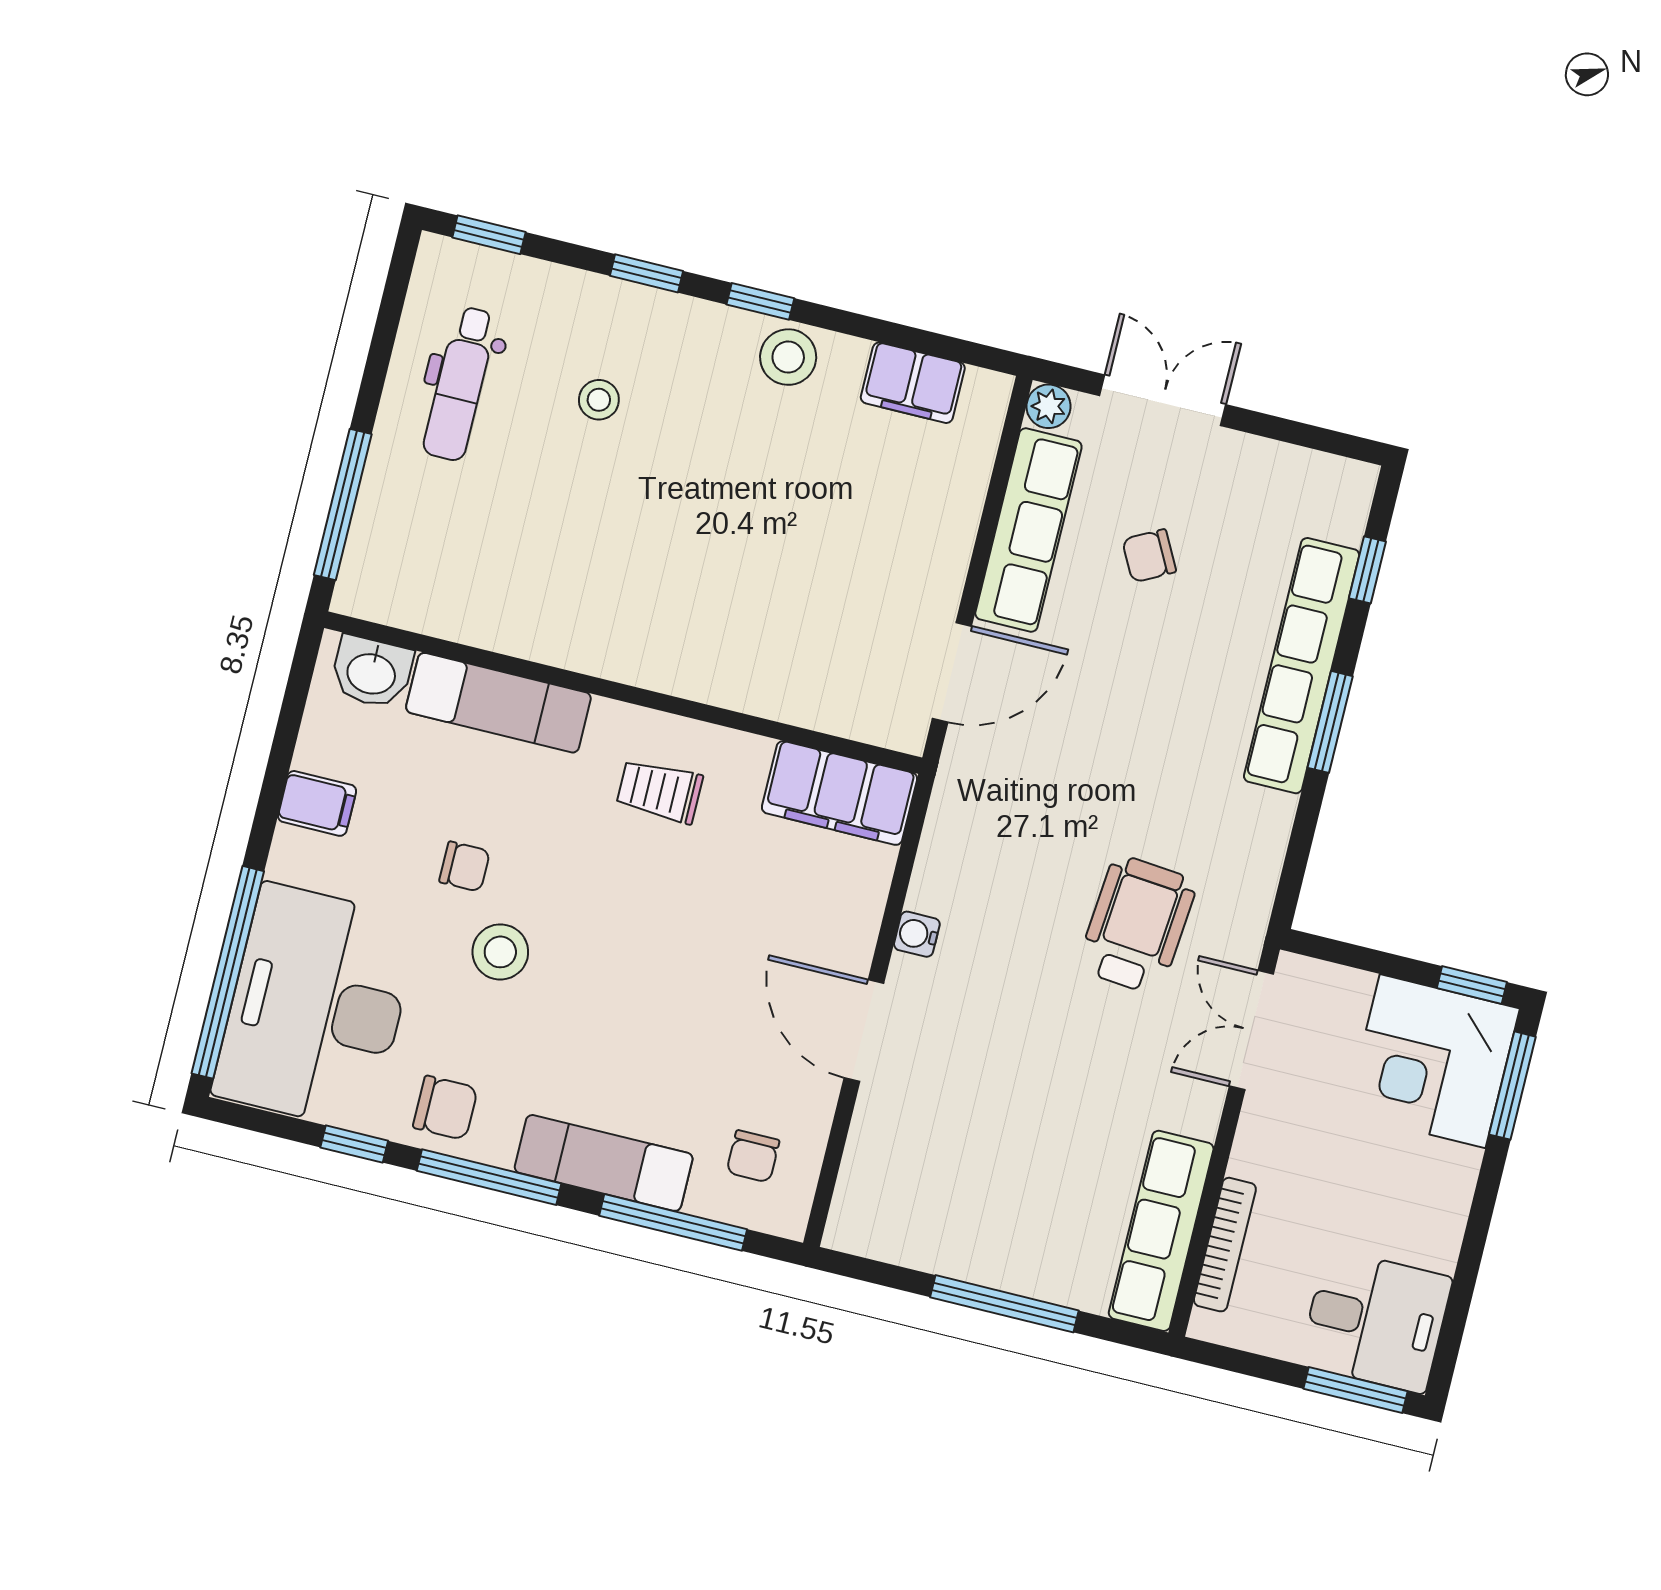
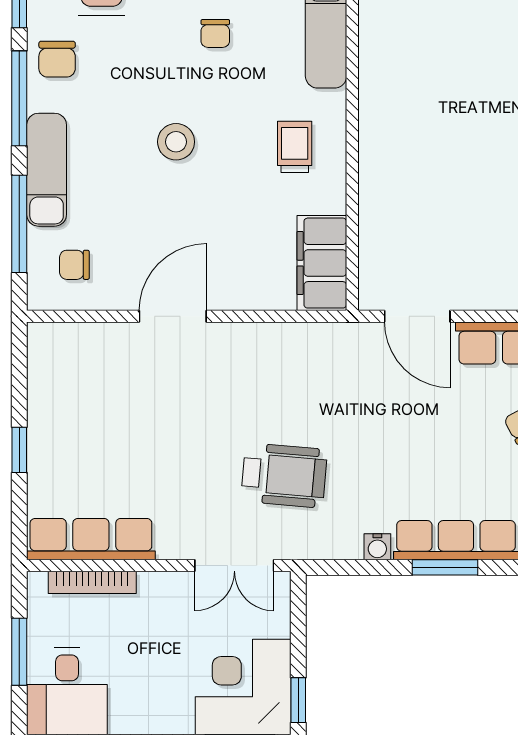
water cooler: (917, 934) -> (377, 547), moved, turned 180
stool: (500, 952) -> (176, 142), moved
double door: (1251, 1030) -> (234, 566), swing flipped
window: (1004, 1304) -> (19, 450), width x0.46
window: (1356, 1390) -> (19, 652), moved

